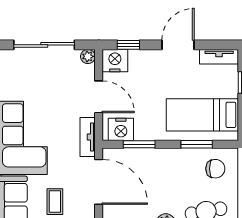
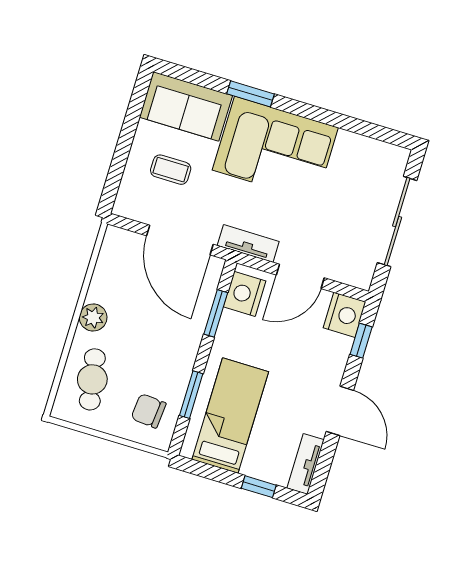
plant: (88, 56) -> (362, 278), removed
chair: (215, 169) -> (149, 411), turned 95
door: (99, 182) -> (180, 240), hinge flipped

